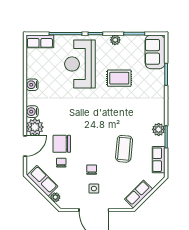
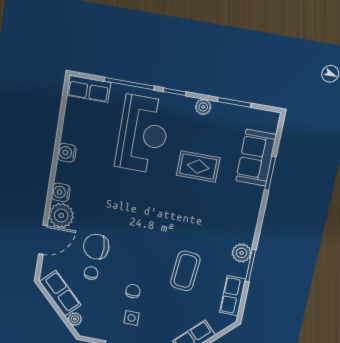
sofa: (155, 52) -> (256, 158), moved
reception desk: (80, 64) -> (143, 134), turned 180

